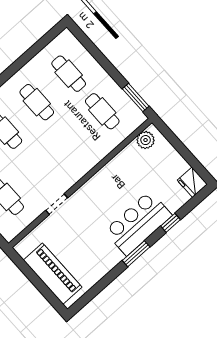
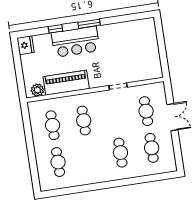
window: (136, 98) -> (26, 120), removed
cafe table: (37, 102) -> (84, 121), moved
piano: (53, 274) -> (66, 83), moved, turned 90

